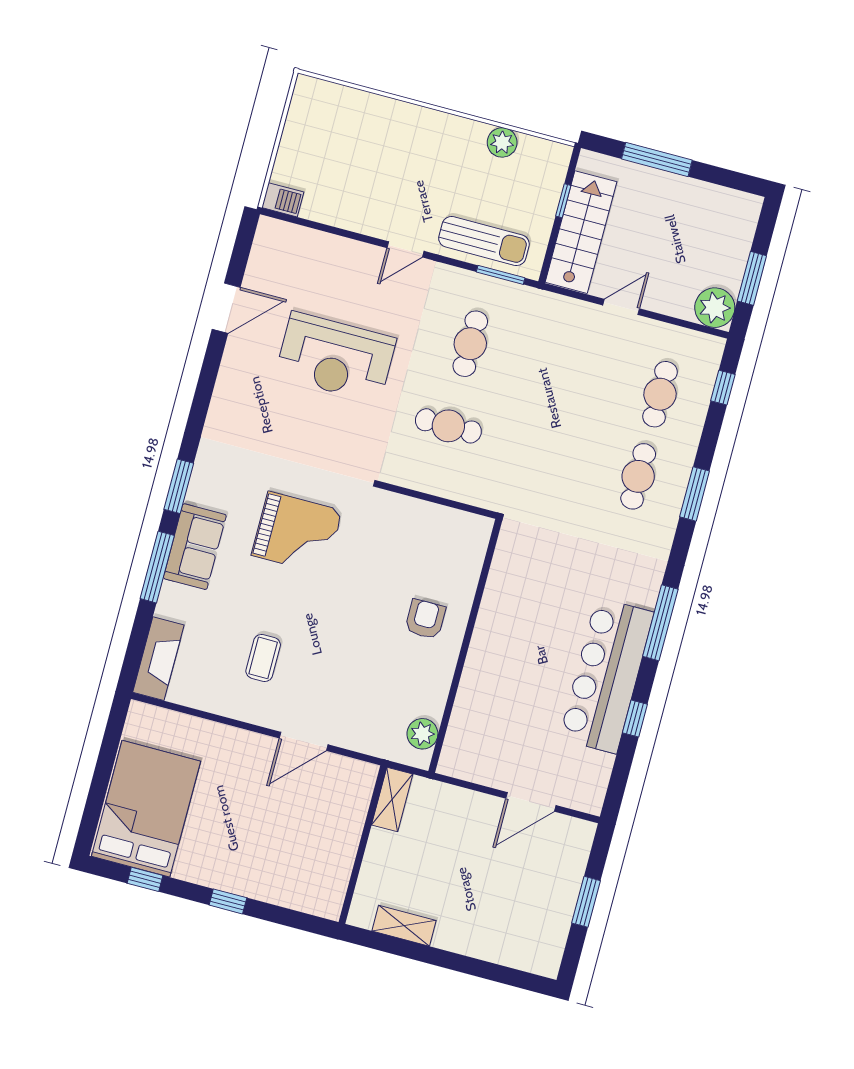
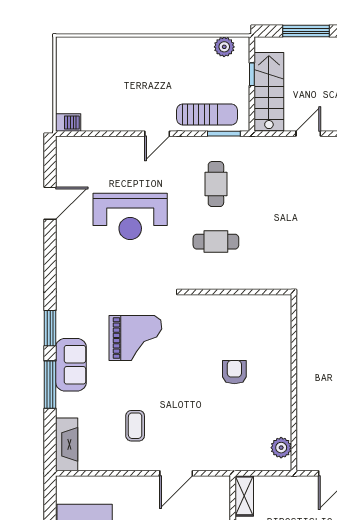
plant: (502, 142) -> (224, 47), moved
wall: (465, 646) -> (294, 383), moved
plant: (422, 734) -> (281, 448), moved

